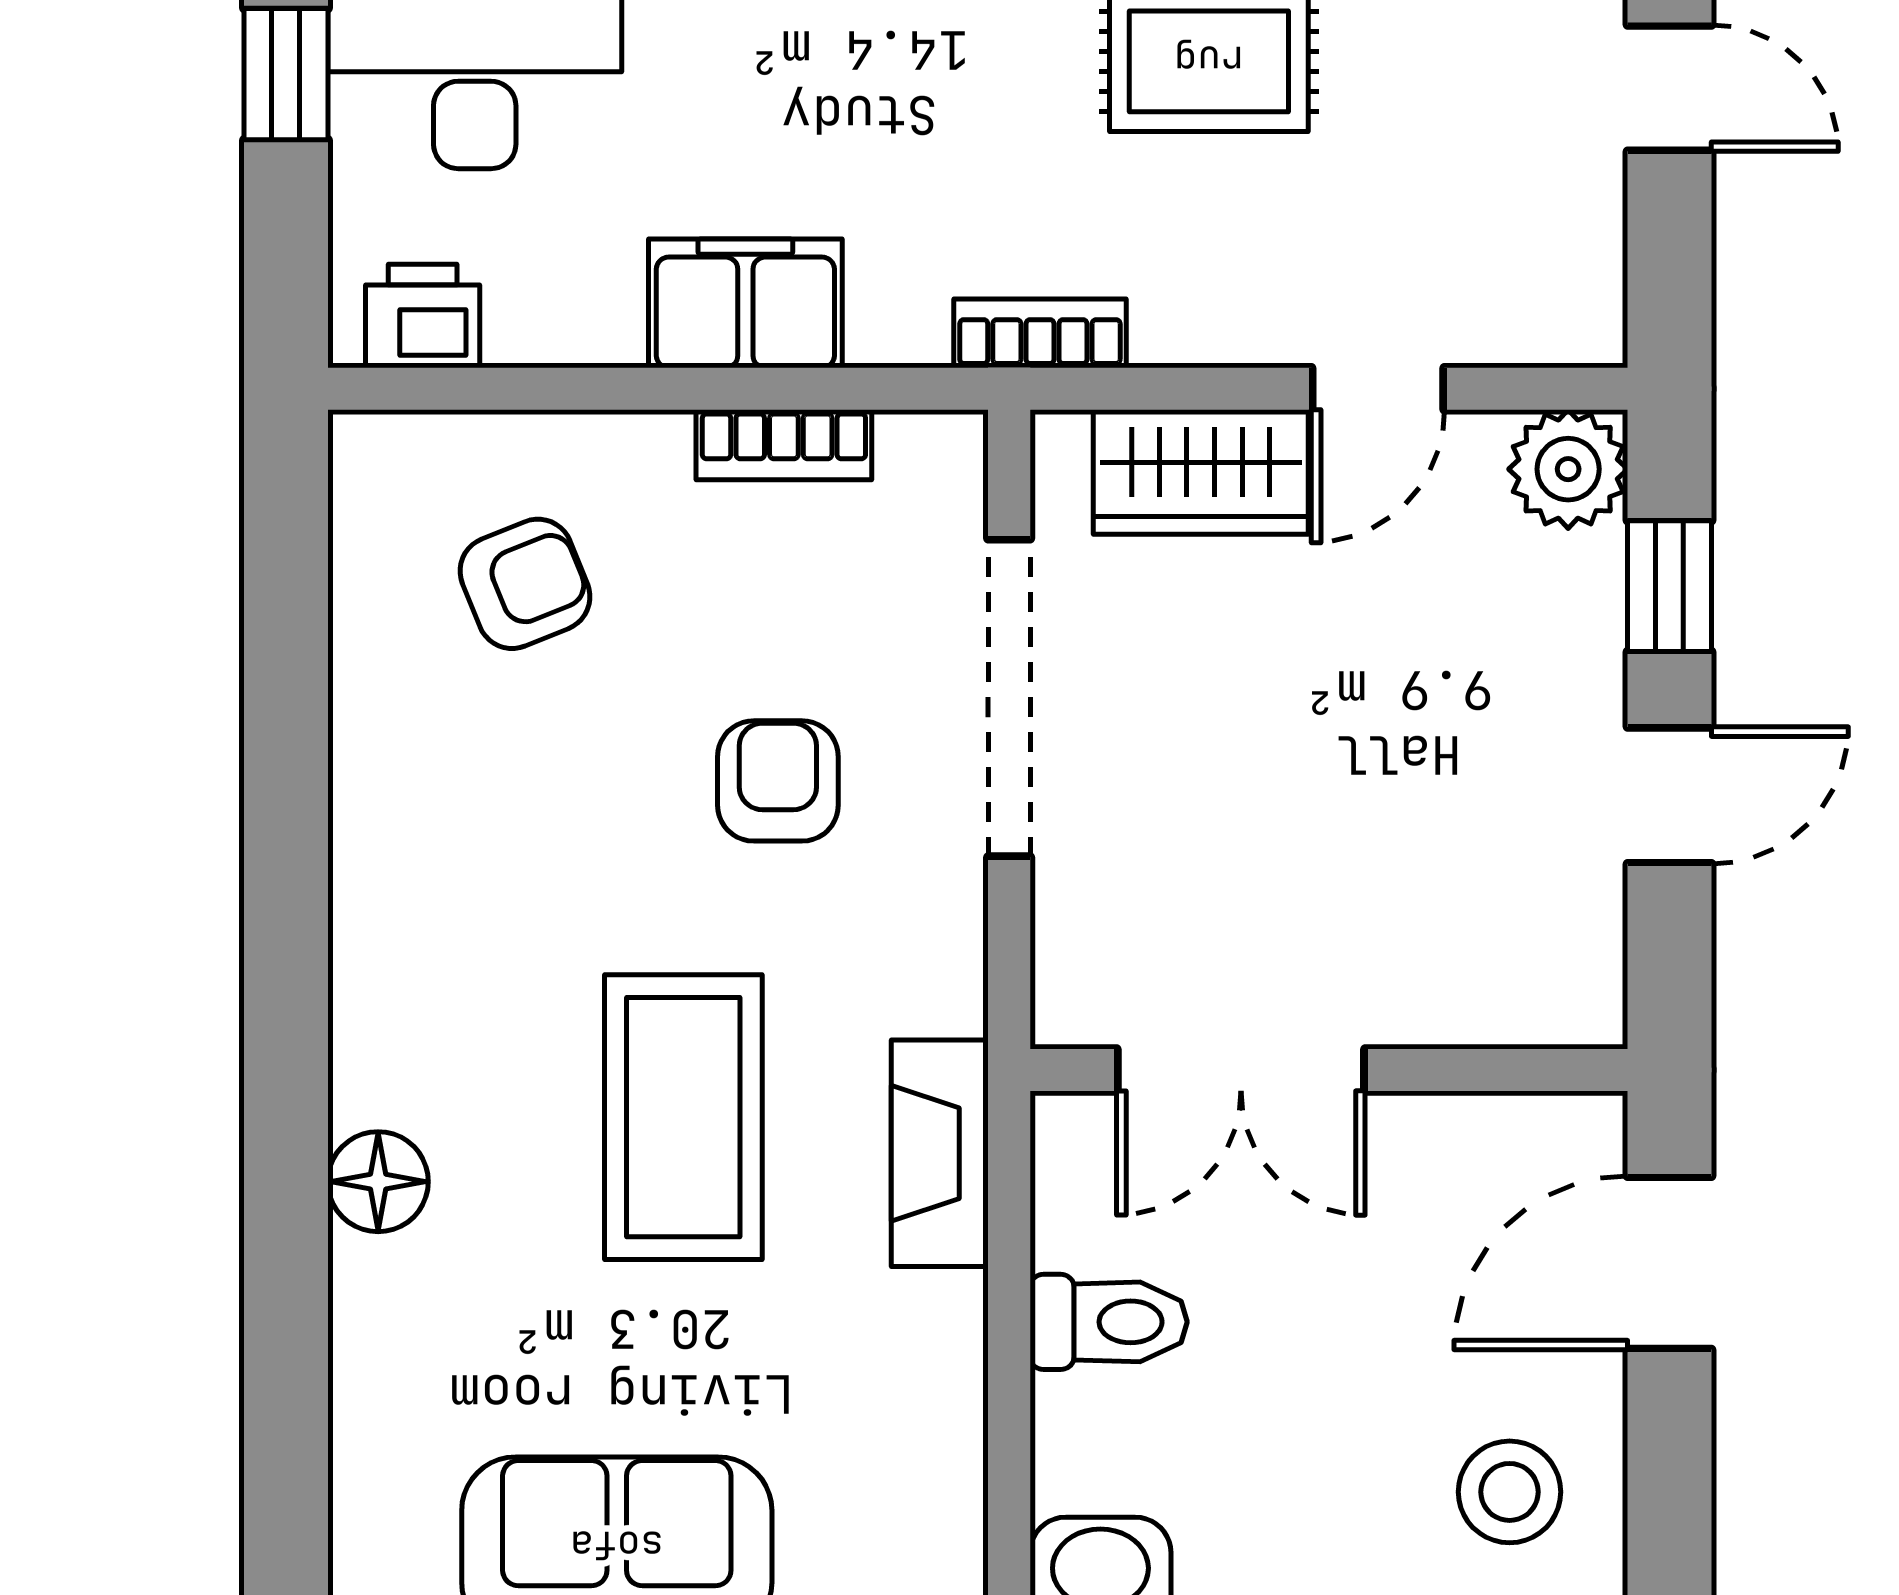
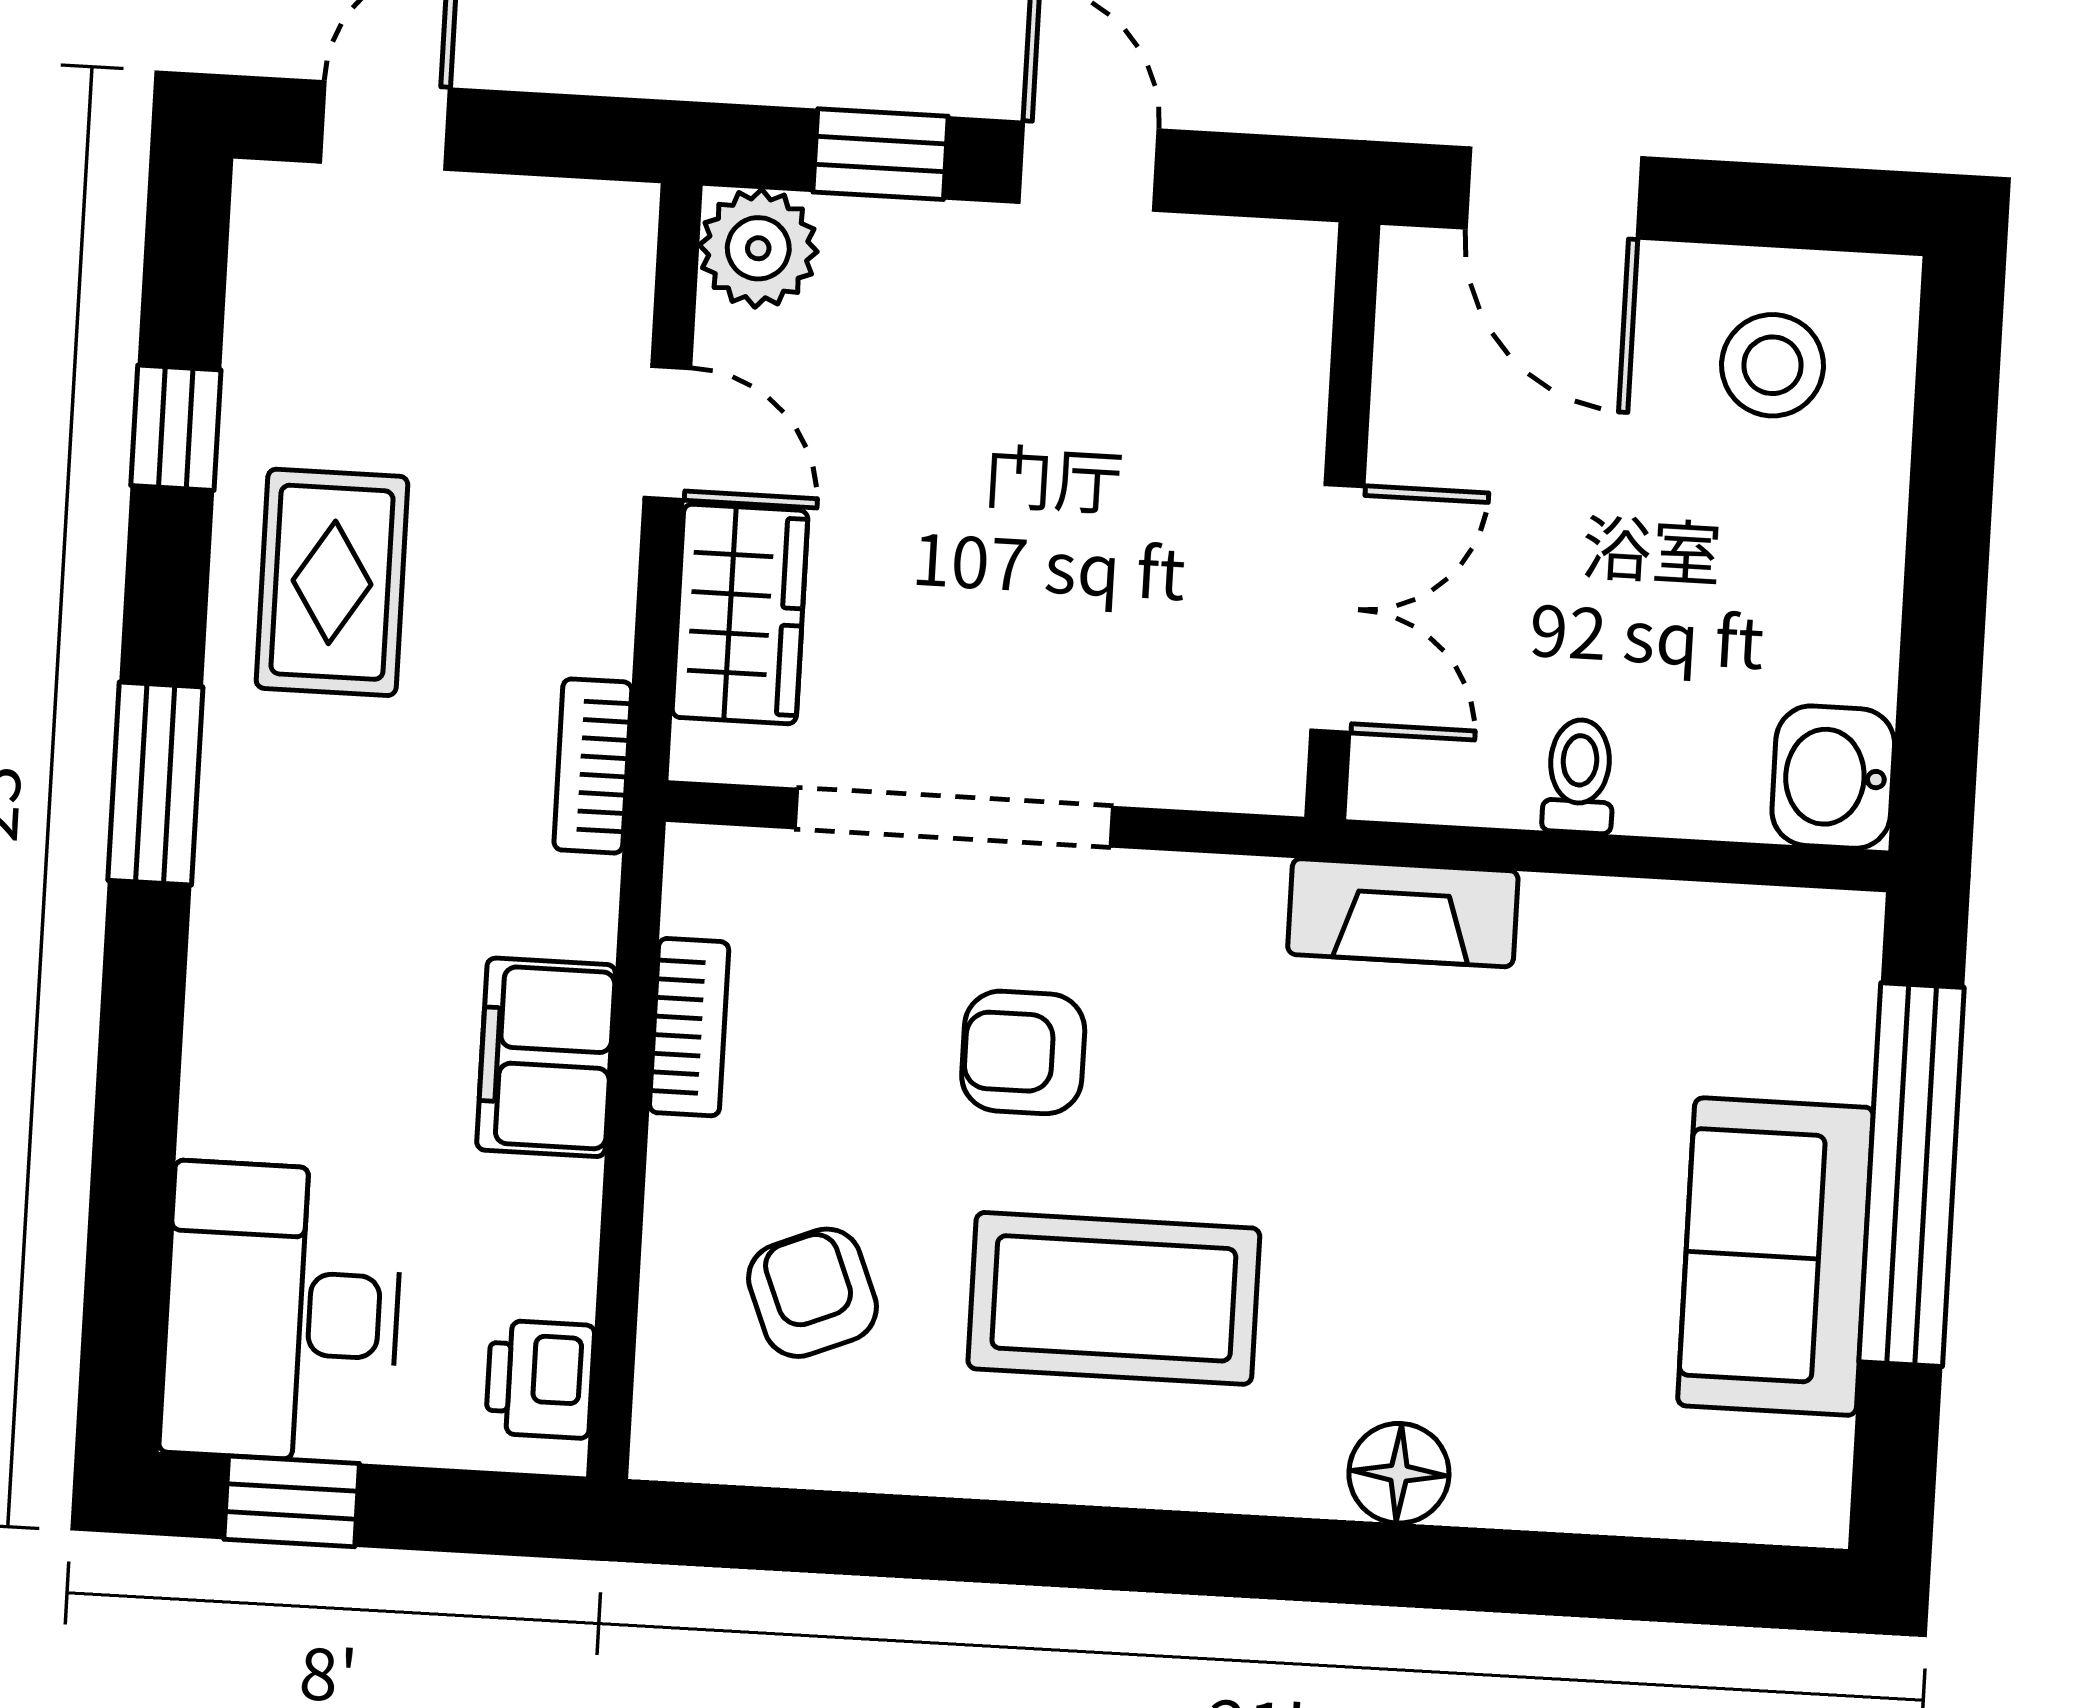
coffee table: (683, 1117) -> (1114, 1298), moved
toilet: (1109, 1322) -> (1579, 776), width x0.73, depth x0.72

